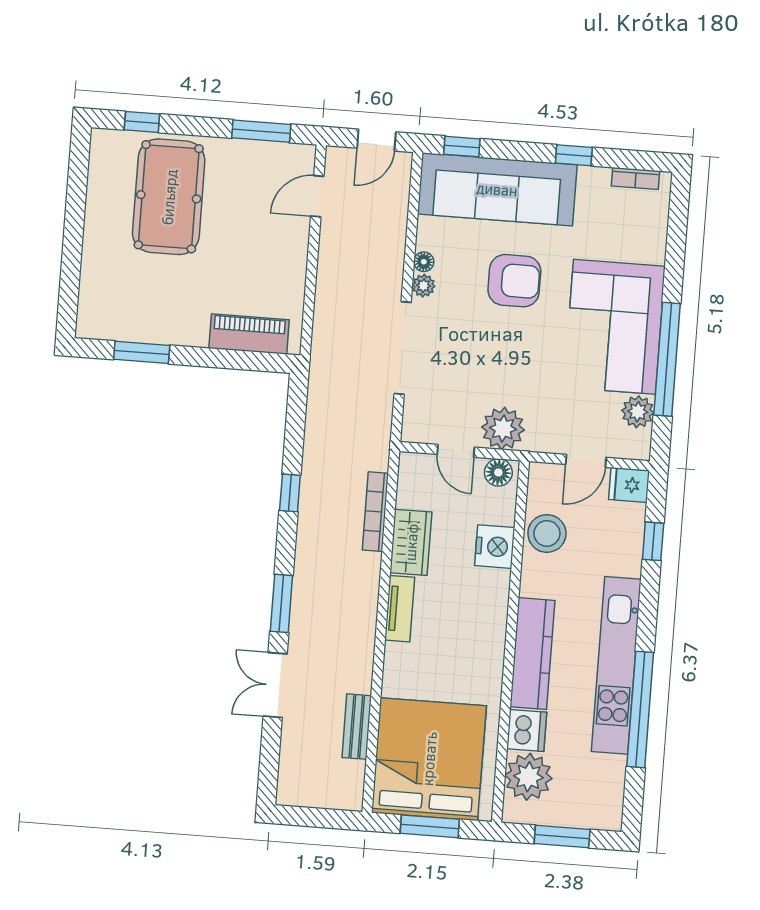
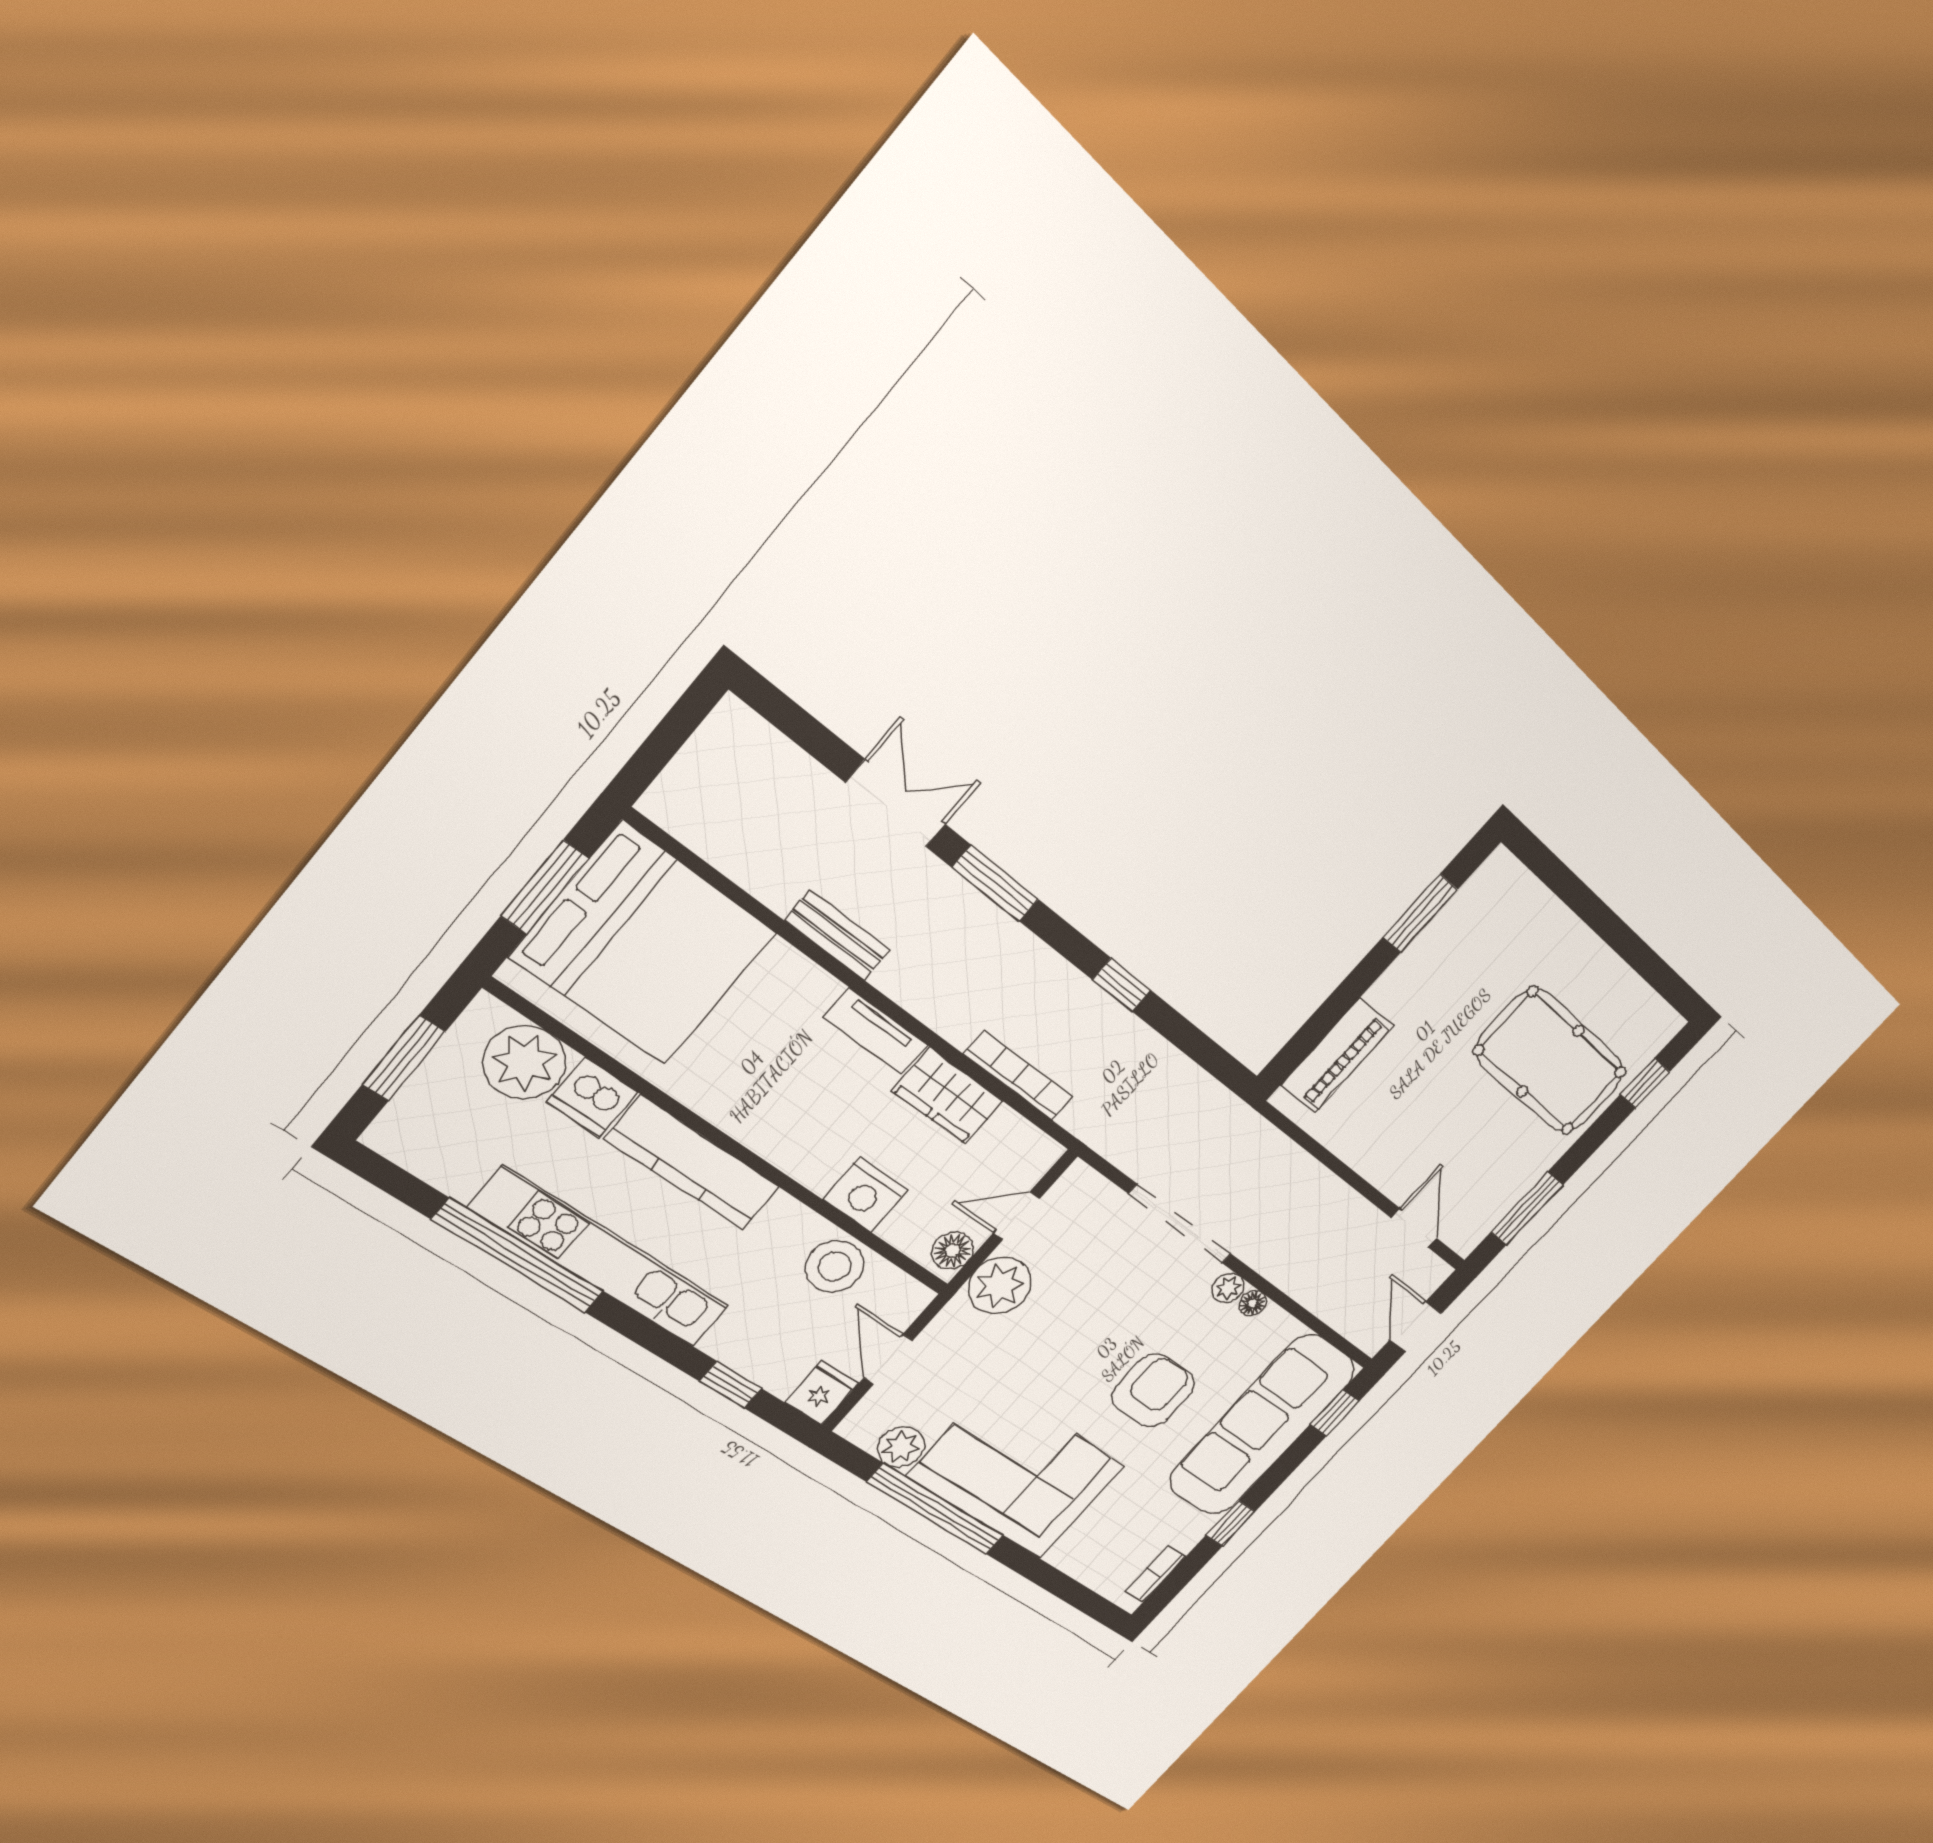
armchair: (514, 281) -> (1153, 1390), turned 180
bench: (357, 727) -> (837, 935), moved

